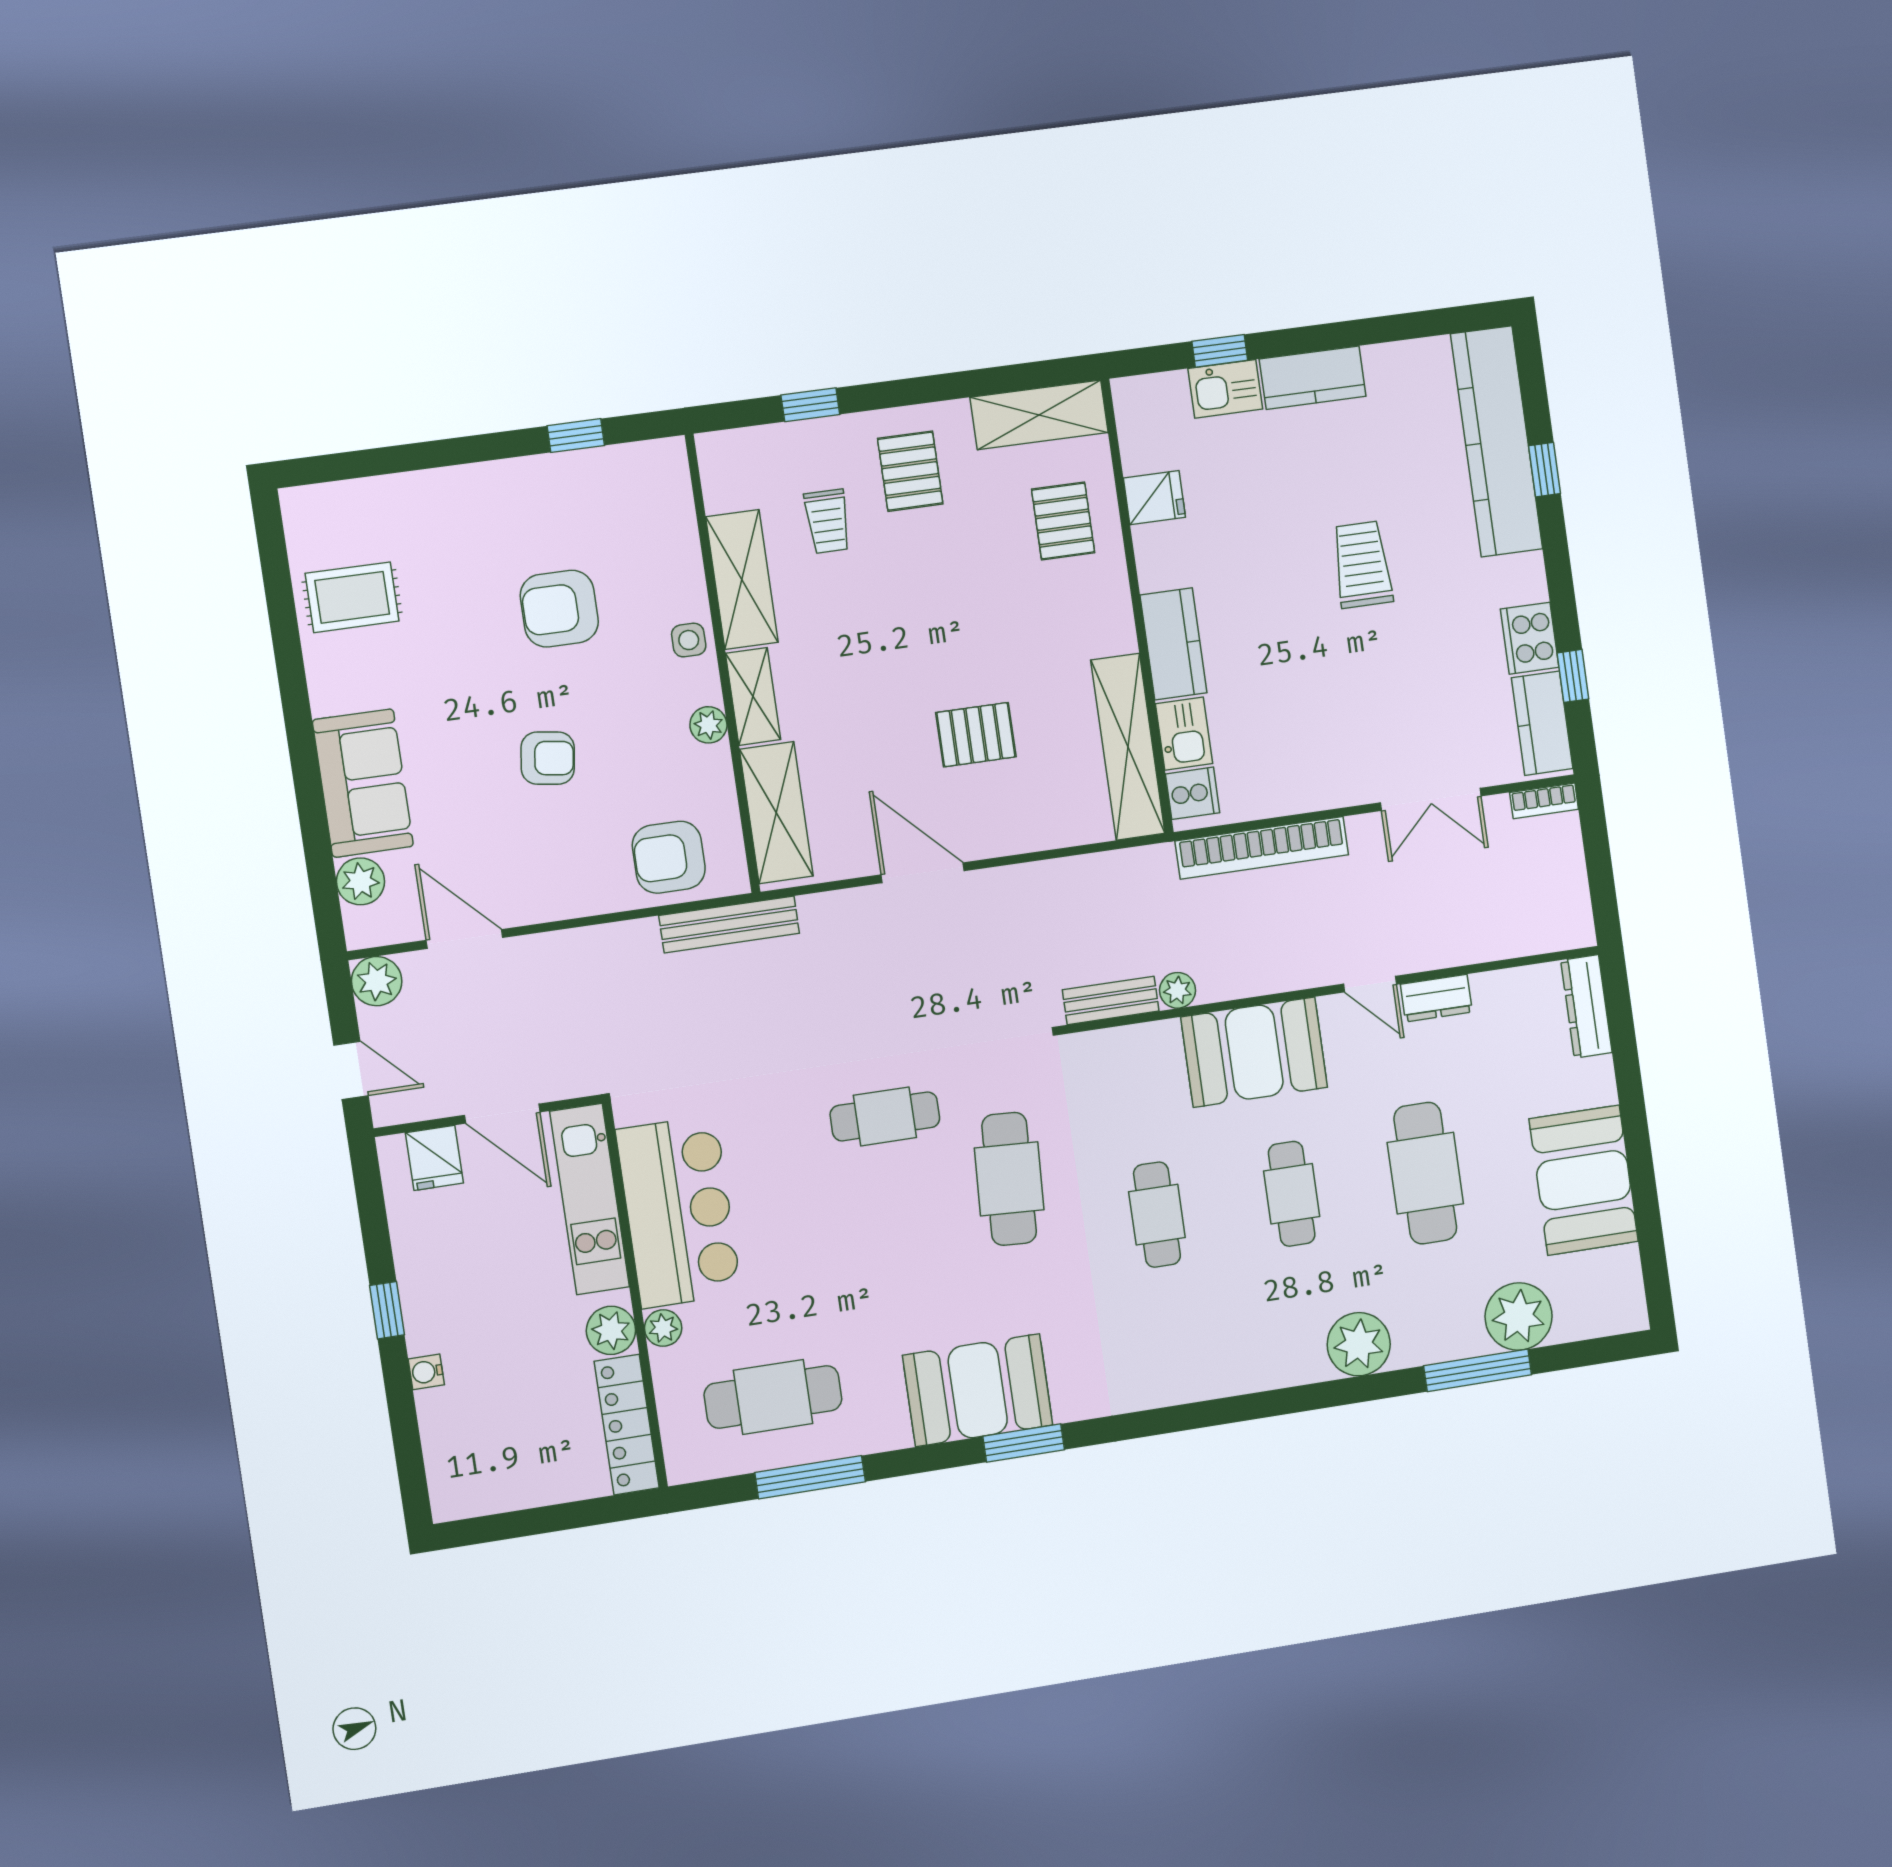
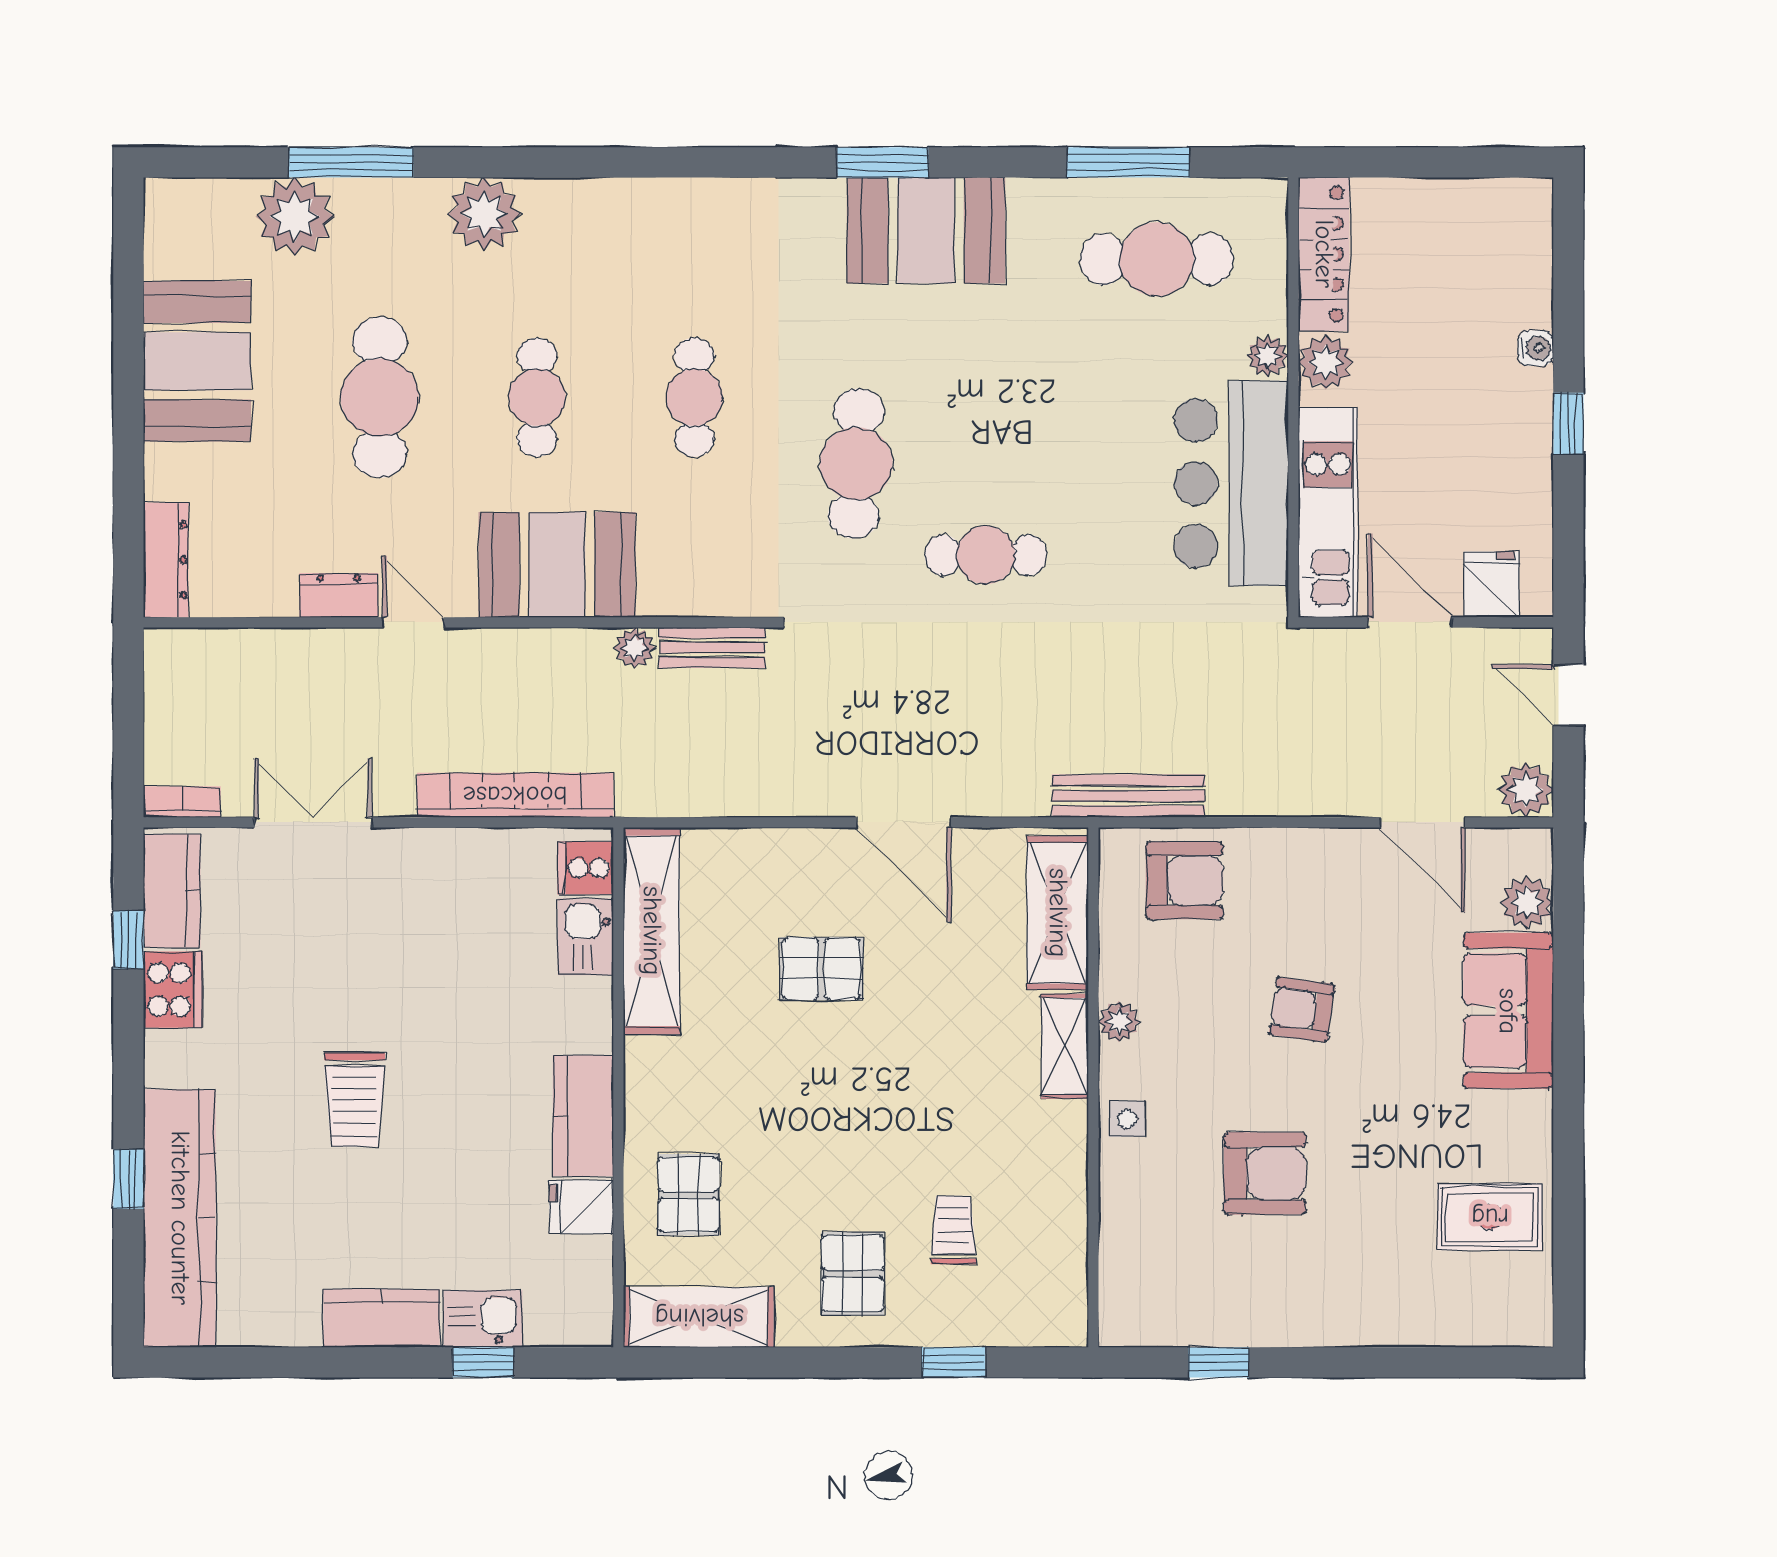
shelving: (742, 580) -> (1058, 1178), removed
kitchen counter: (1173, 644) -> (583, 1116), moved

